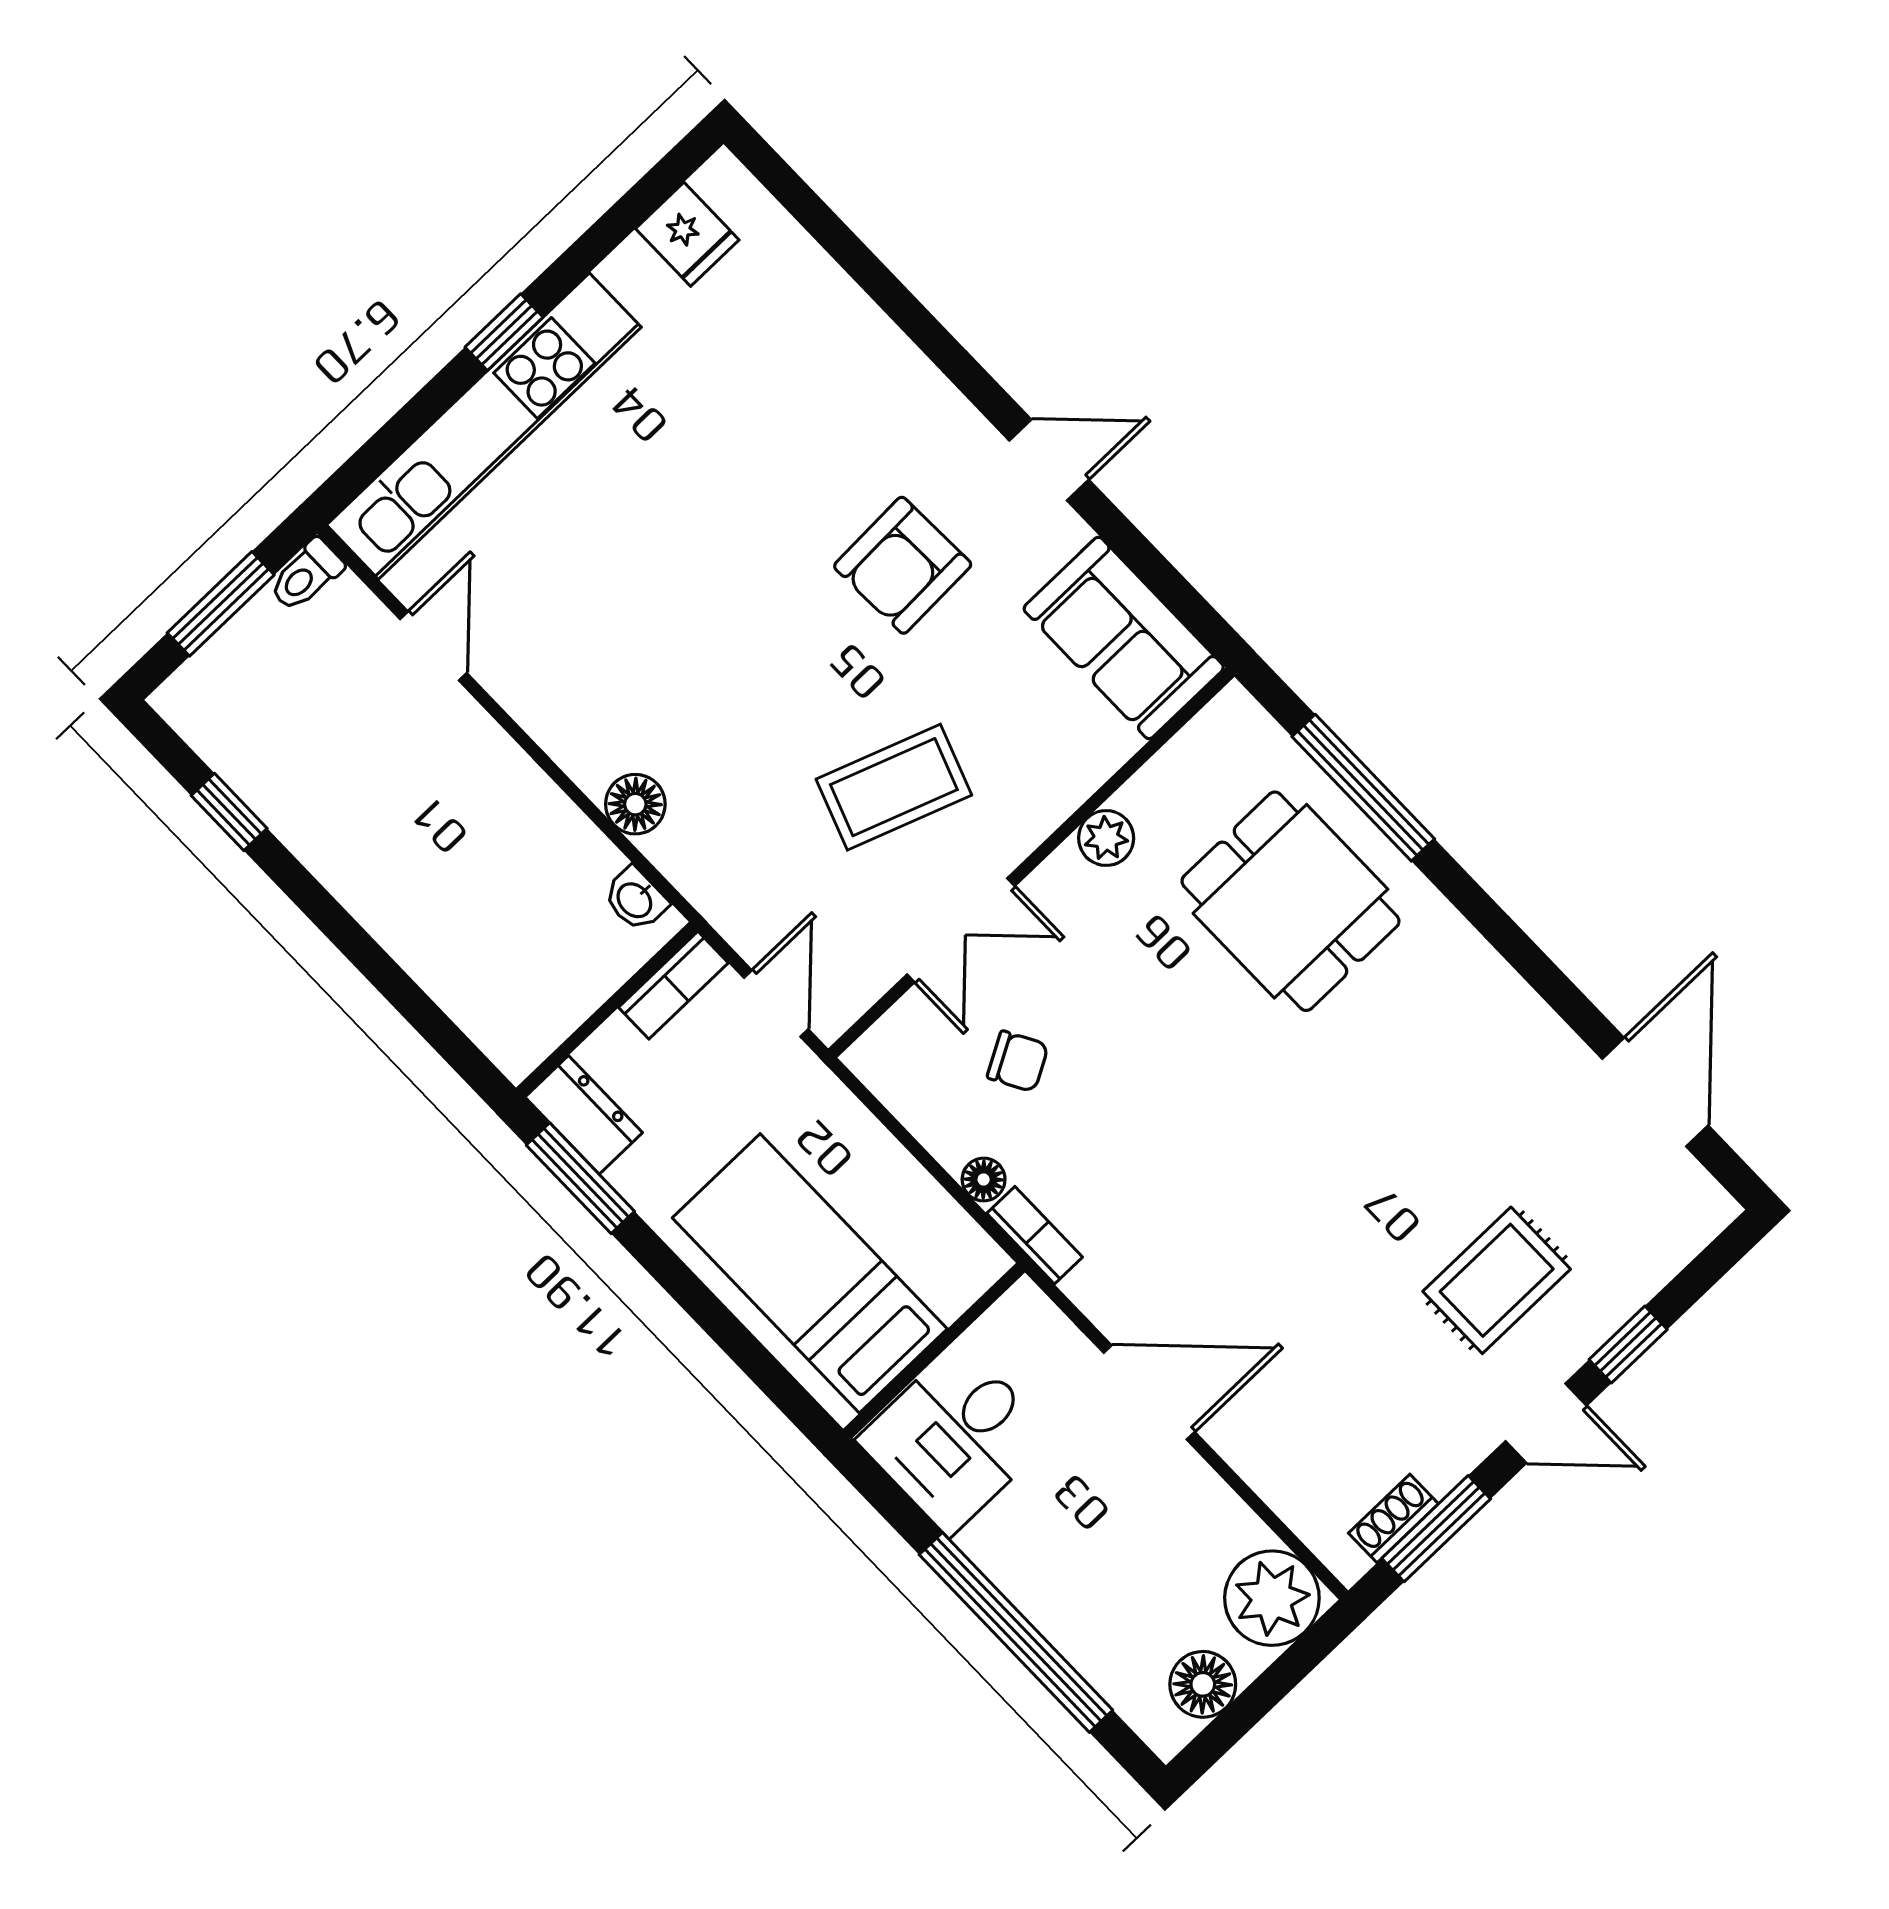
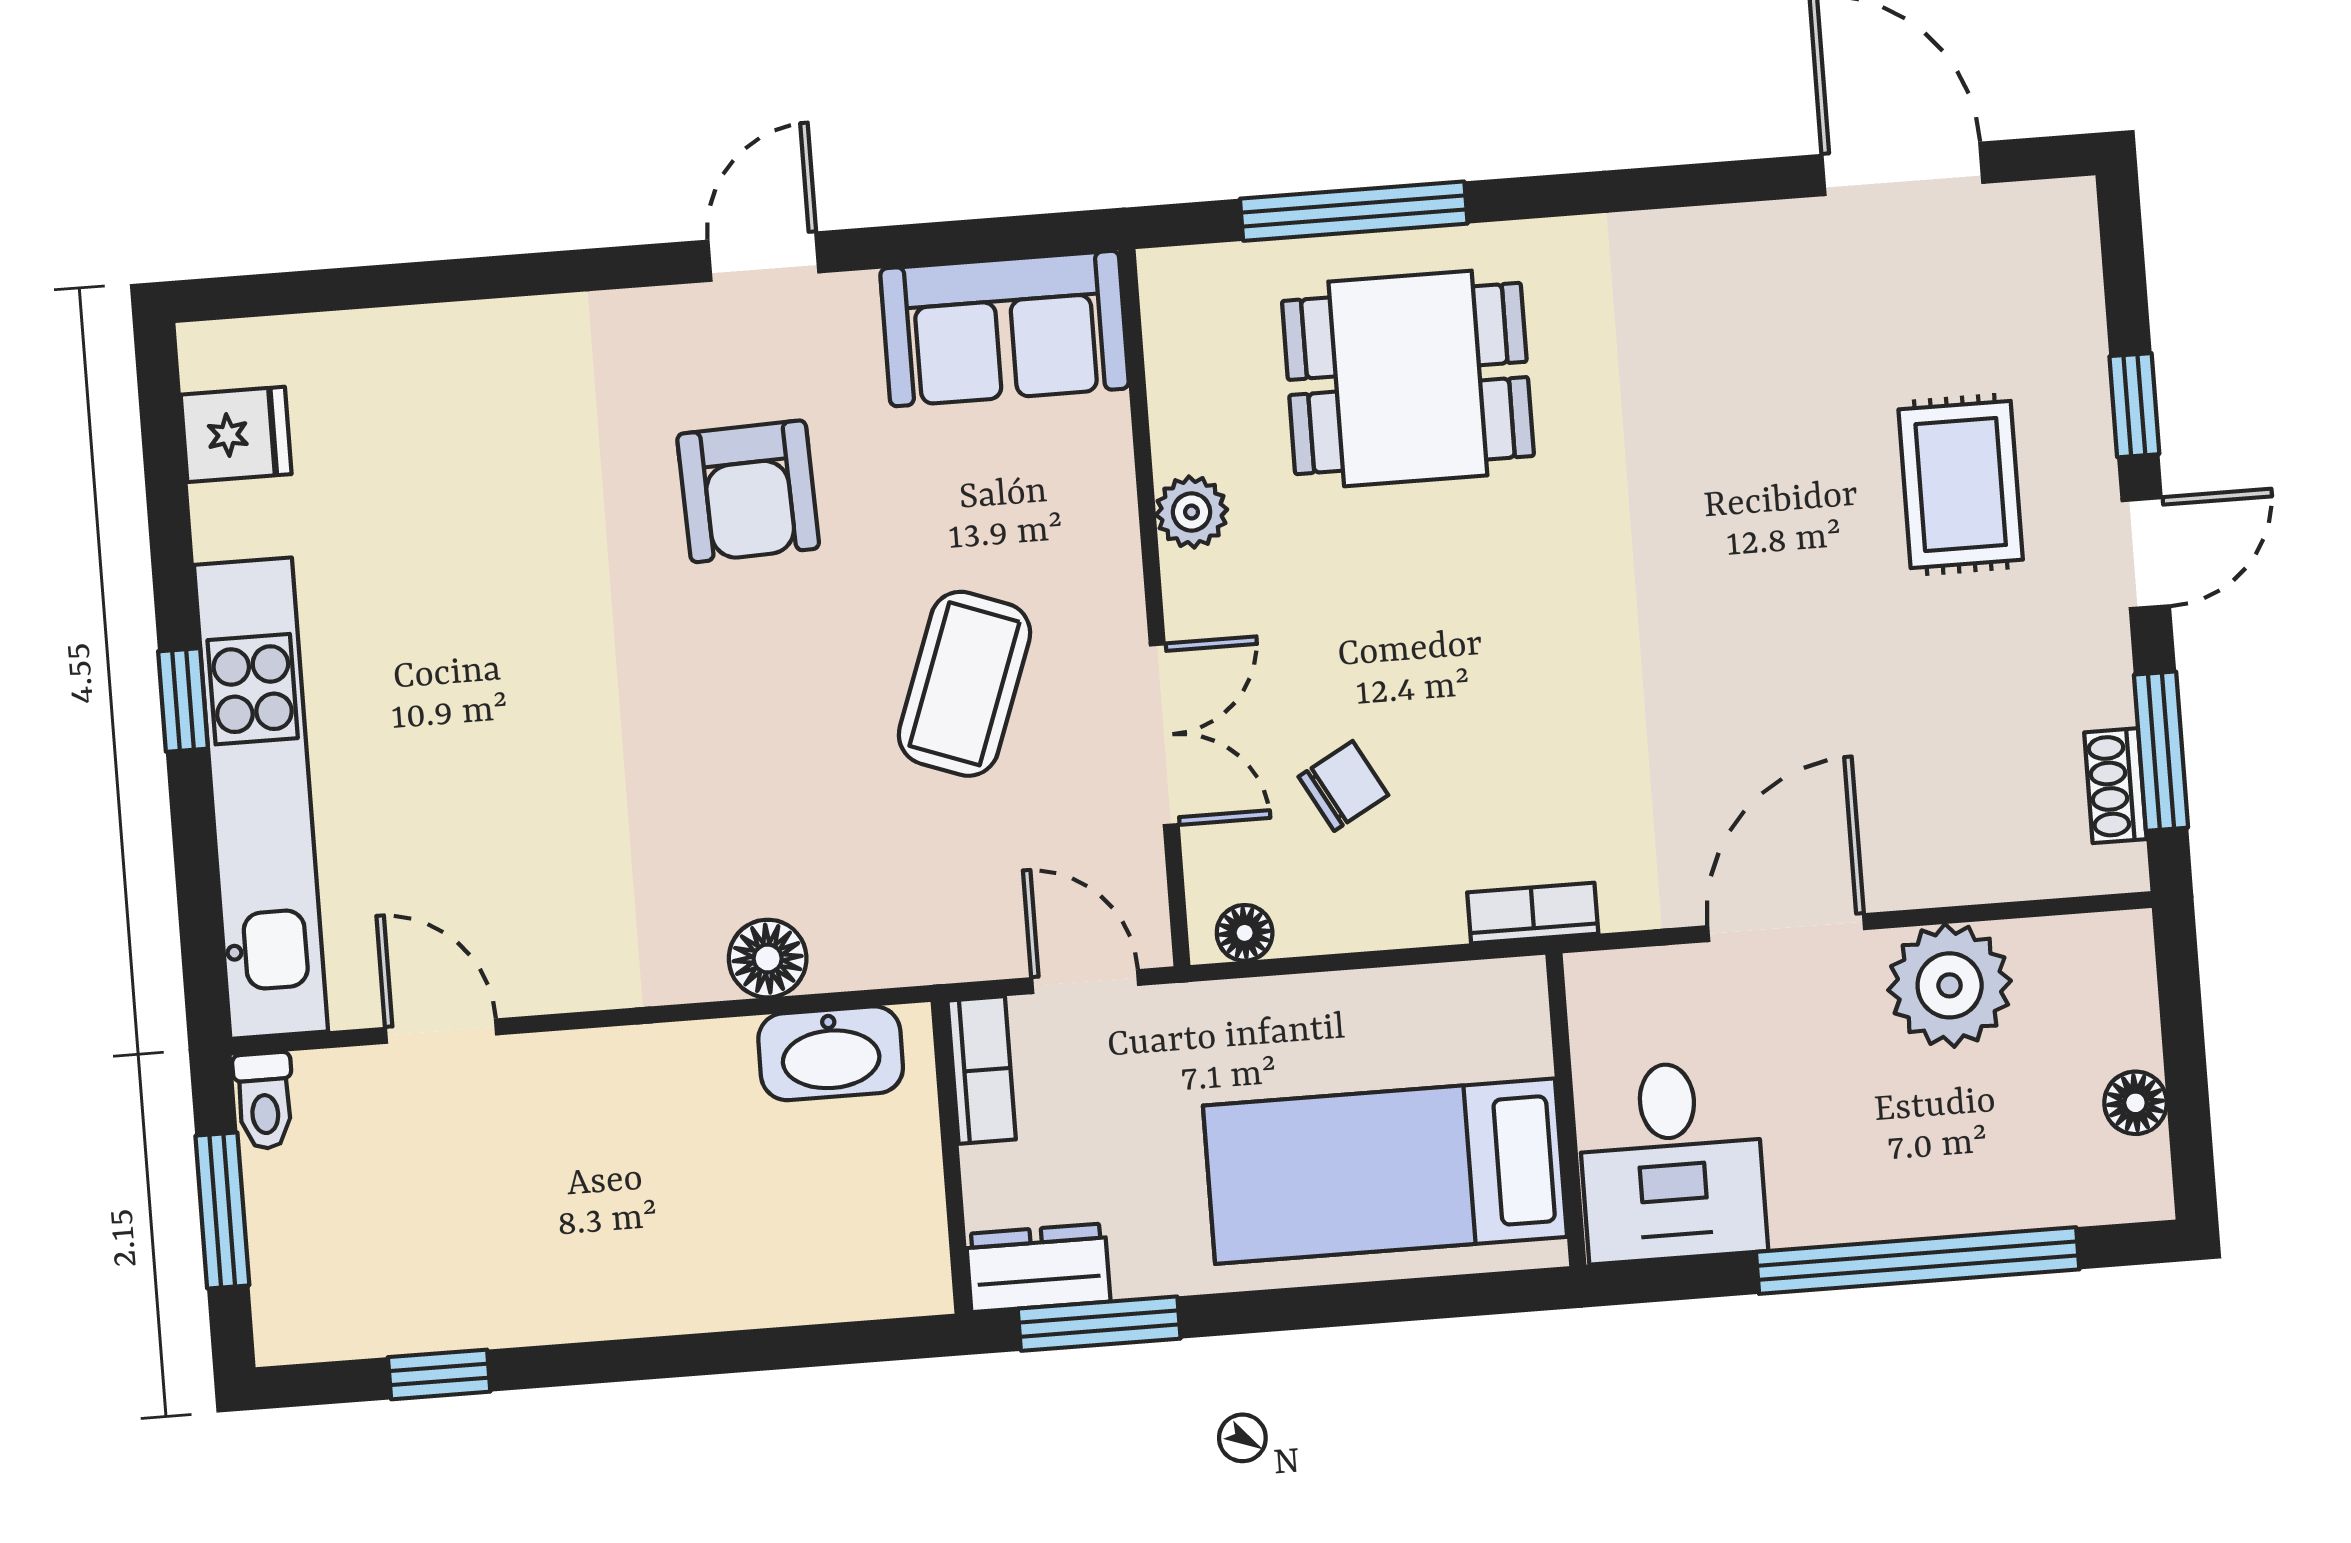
washbasin: (635, 899) -> (831, 1053), width x1.91, depth x1.45
floor lamp: (984, 1180) -> (1245, 933), moved
plant: (1272, 1598) -> (1950, 985), moved
floor lamp: (1203, 1684) -> (2135, 1103), width x0.73, depth x0.73

